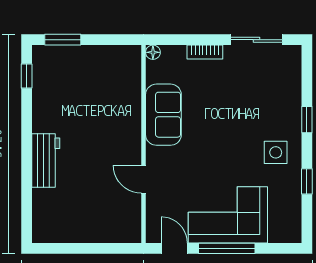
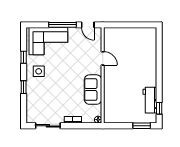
workbench: (46, 160) -> (150, 100), moved
corner sofa: (228, 215) -> (48, 41), moved

